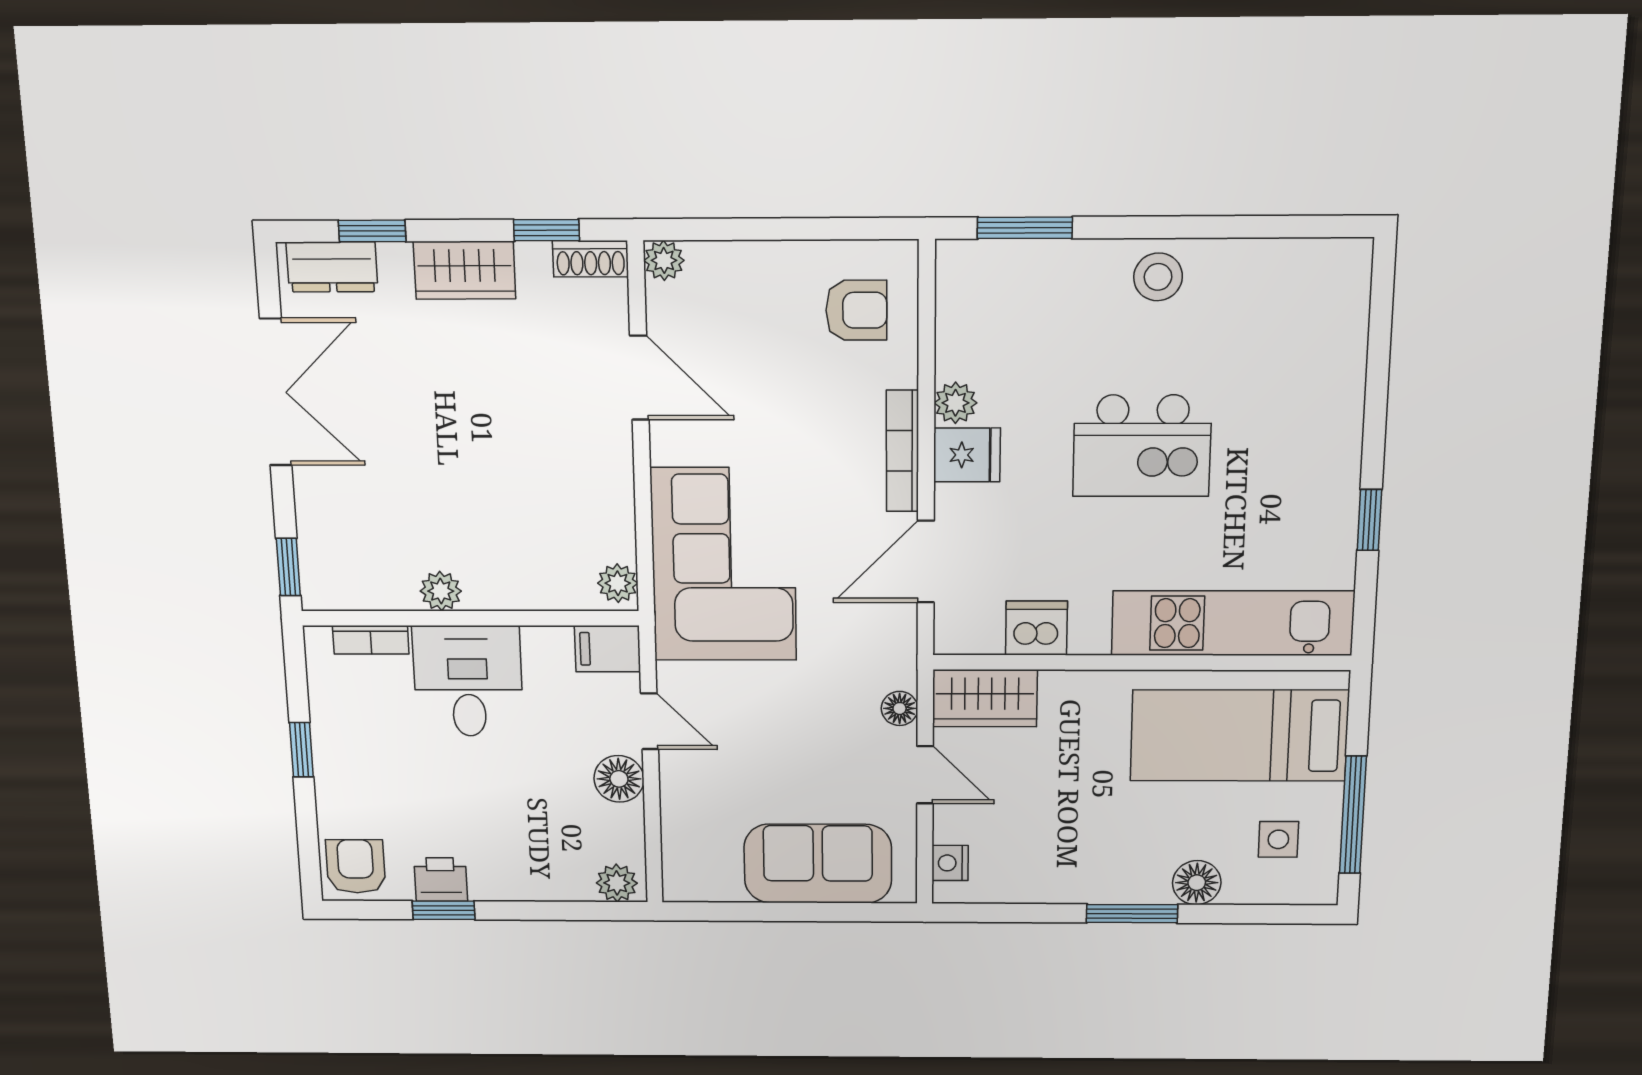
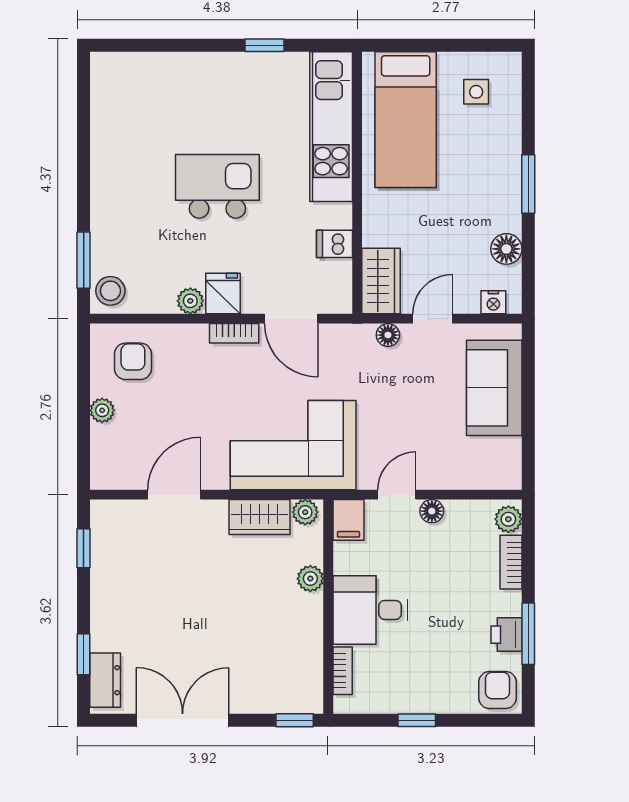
shoe rack: (590, 259) -> (101, 522), removed
plant: (664, 260) -> (102, 410), moved
wardrobe: (465, 270) -> (260, 517), moved, turned 90
stool: (1158, 277) -> (110, 291), moved
kitchen island: (1142, 446) -> (217, 186), turned -90
bookcase: (902, 451) -> (234, 333), width x0.64
plant: (441, 591) -> (310, 579), moved
dishwasher: (1036, 628) -> (334, 244), width x0.73
floor lamp: (619, 779) -> (432, 511), width x0.73, depth x0.73
window: (1353, 815) -> (459, 45), removed
armchair: (356, 866) -> (497, 690), turned 90
floor lamp: (1197, 883) -> (506, 249), moved
bookcase: (551, 886) -> (511, 562), added
window: (444, 910) -> (528, 634), width x1.50

